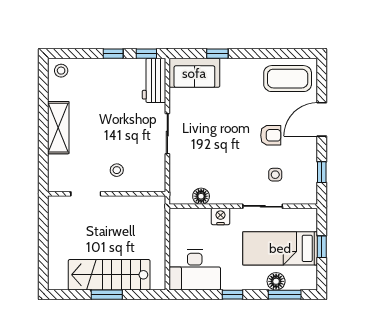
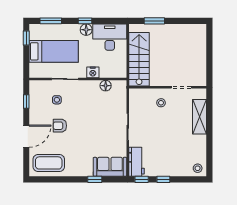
shelving: (58, 128) -> (199, 117), moved
window: (322, 247) -> (26, 38), moved
stairs: (109, 275) -> (139, 59), moved, turned -90
floor lamp: (276, 281) -> (86, 30), moved
window: (107, 295) -> (154, 21), moved

